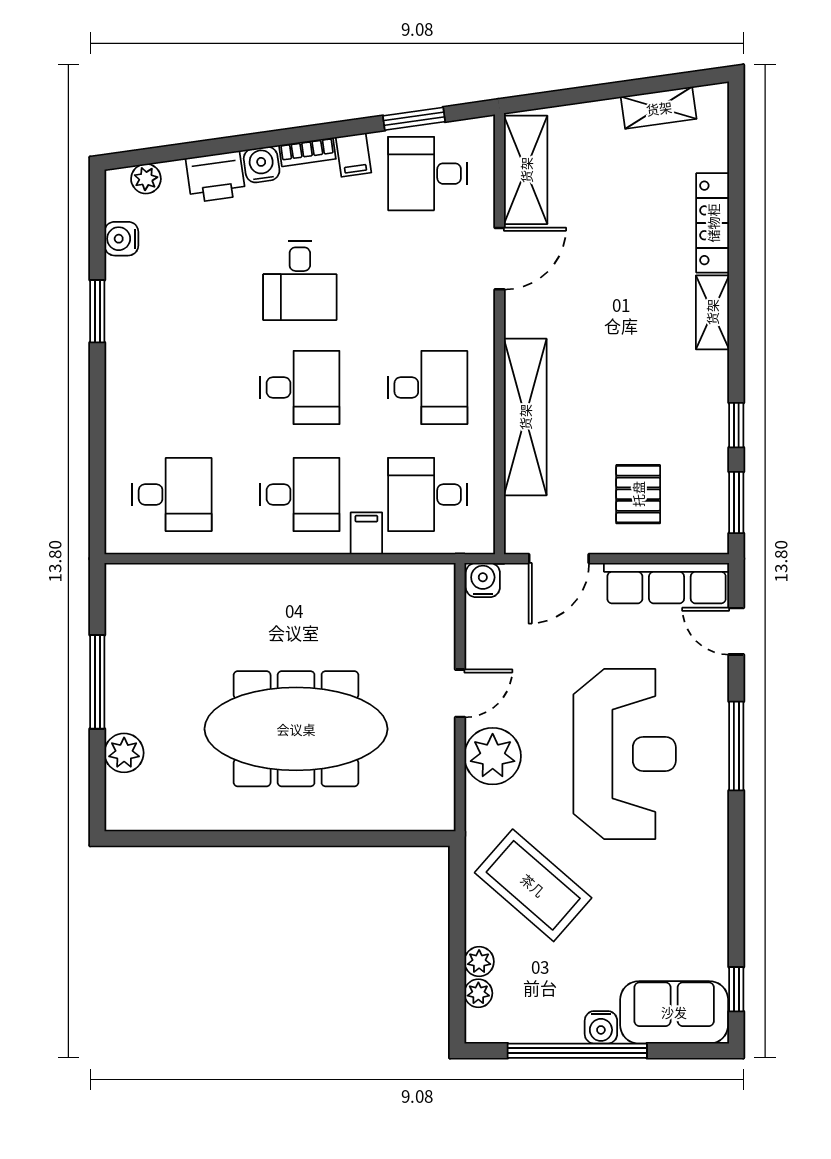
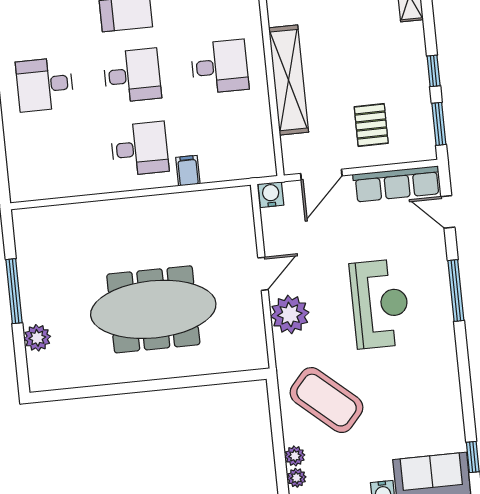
desk: (172, 494) -> (45, 84), moved, turned 180
desk: (428, 494) -> (227, 140), removed
reception desk: (625, 754) -> (380, 304), width x0.74, depth x0.77

